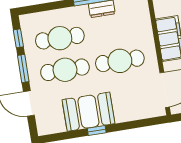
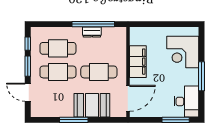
booth: (88, 112) -> (92, 105), moved
window: (97, 131) -> (74, 120), width x2.17

